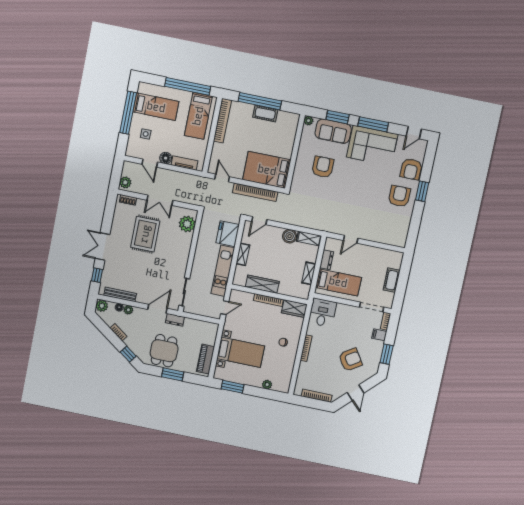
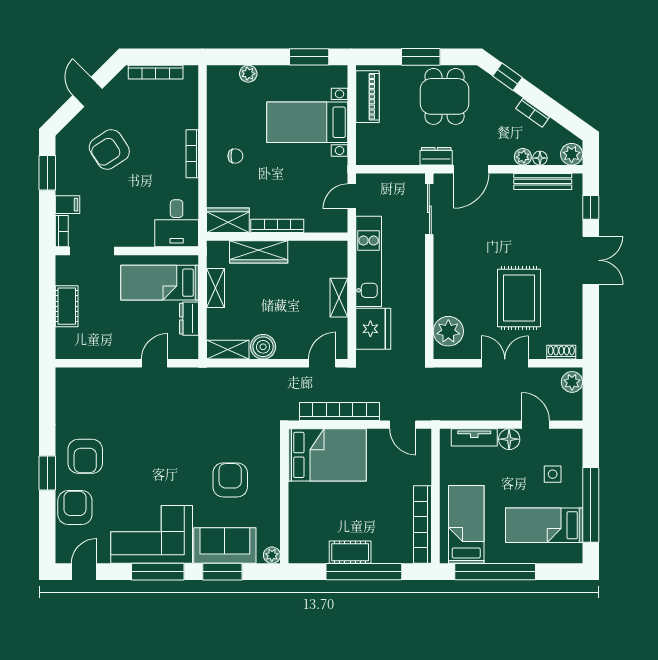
armchair: (323, 167) -> (230, 480), turned 180
wardrobe: (262, 284) -> (259, 252), moved

